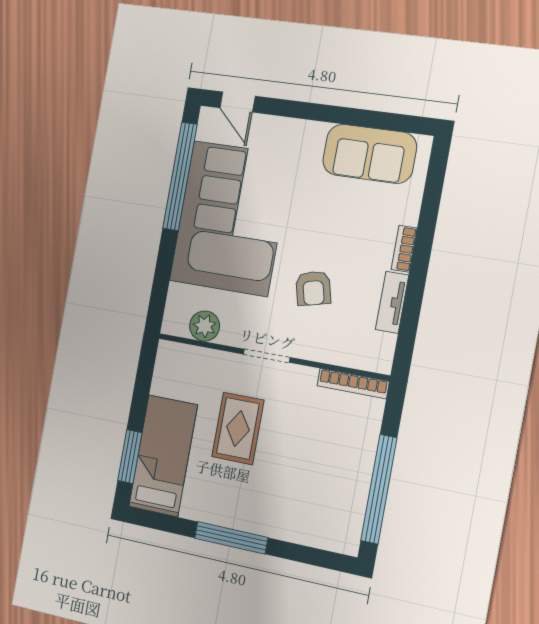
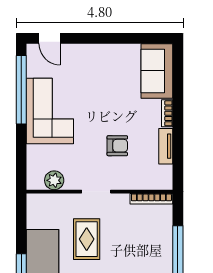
sofa: (369, 154) -> (157, 71), moved, turned 90
corner sofa: (230, 218) -> (50, 111), width x0.73, depth x0.74
armchair: (313, 288) -> (117, 146), turned -76

